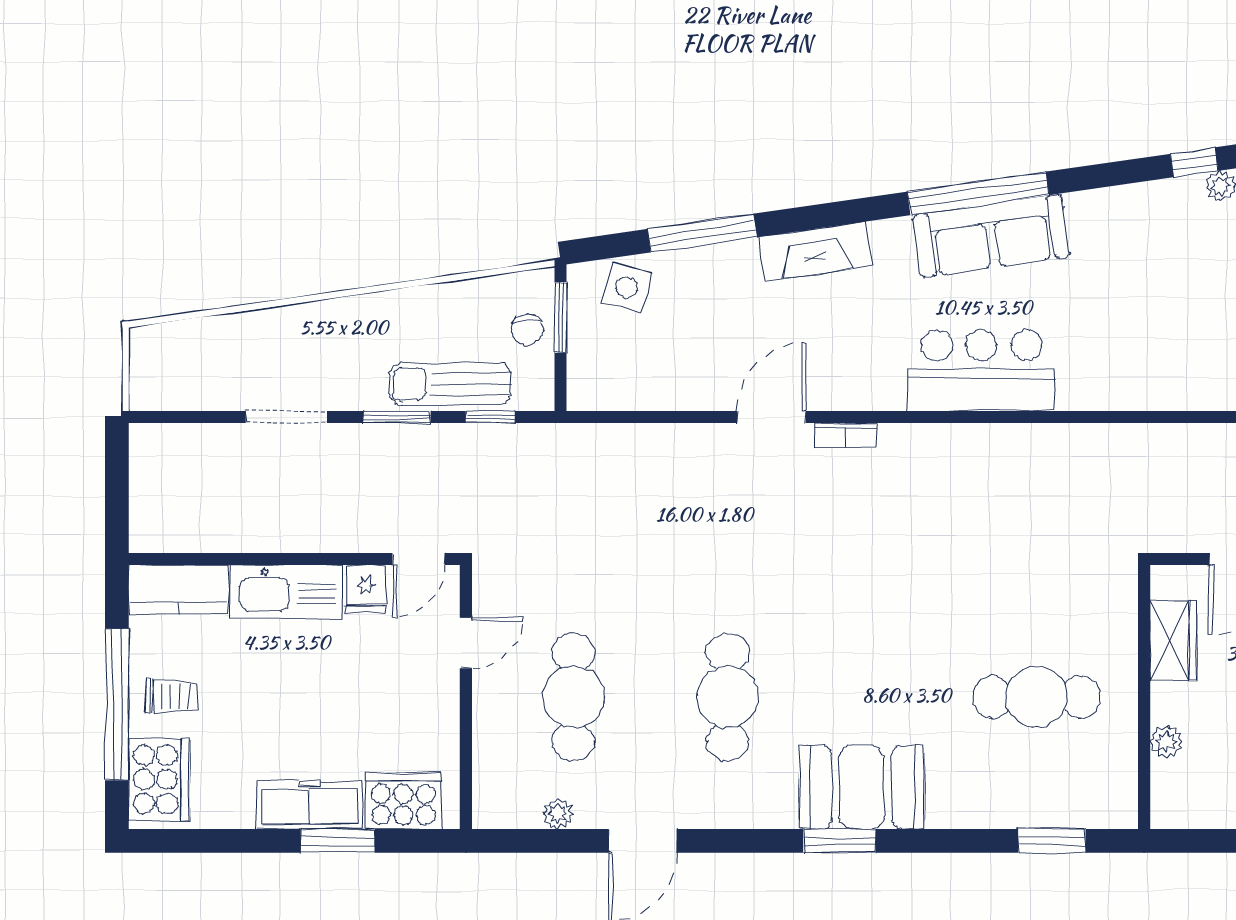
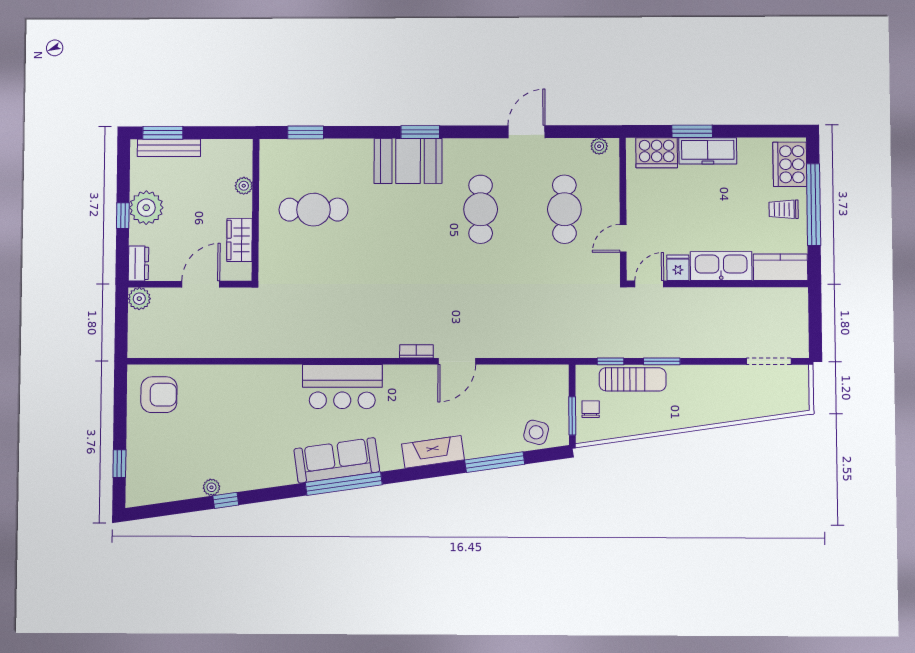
doorway: (286, 417) -> (769, 361), moved
plant: (558, 814) -> (599, 146), moved

